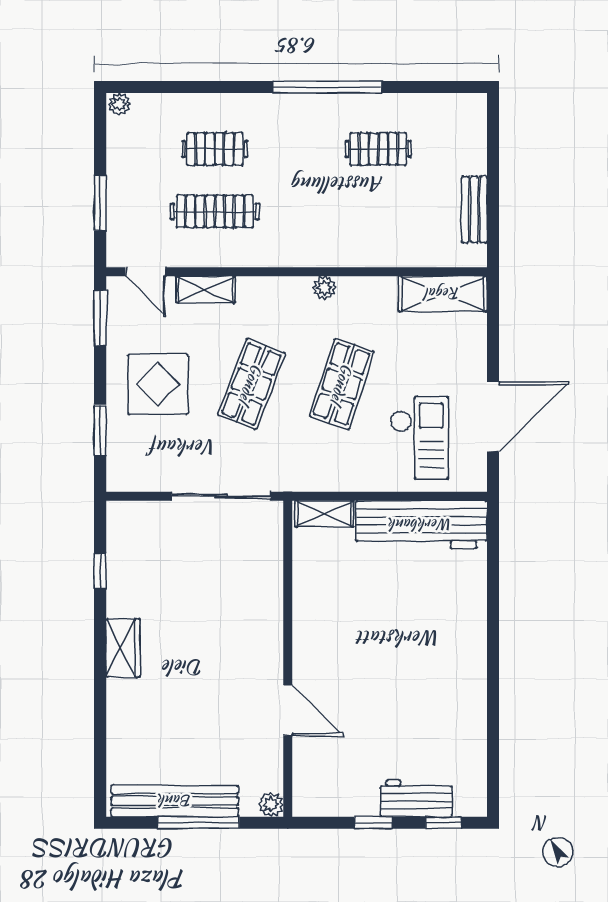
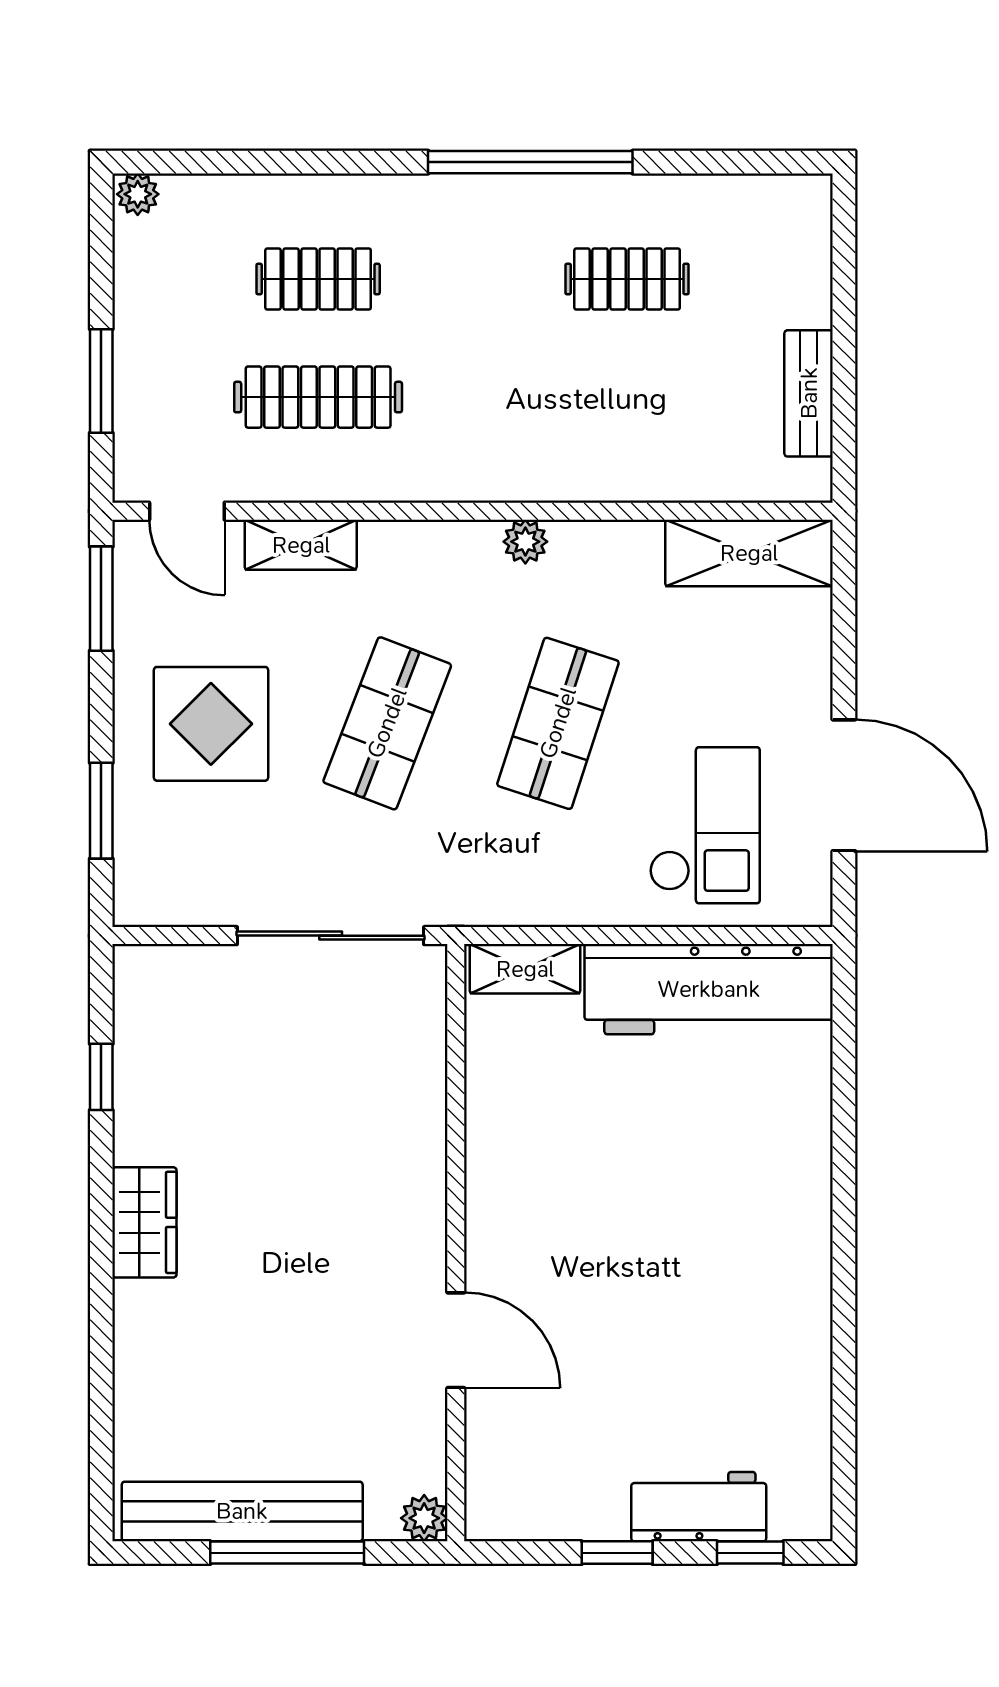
door: (493, 417) -> (844, 785), hinge flipped

